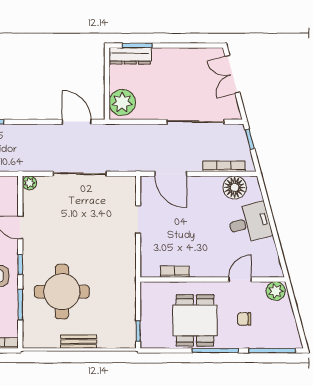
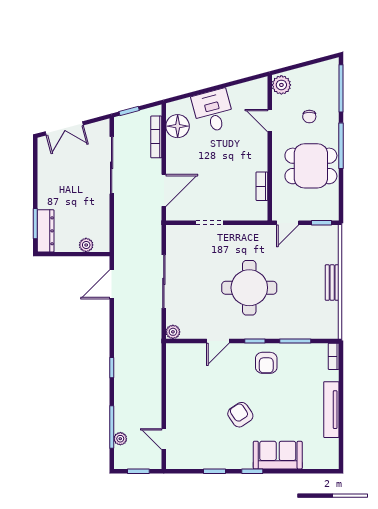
plant: (122, 102) -> (86, 245), width x0.53, depth x0.53
round table: (62, 292) -> (249, 288), moved
door: (138, 297) -> (288, 223), added

